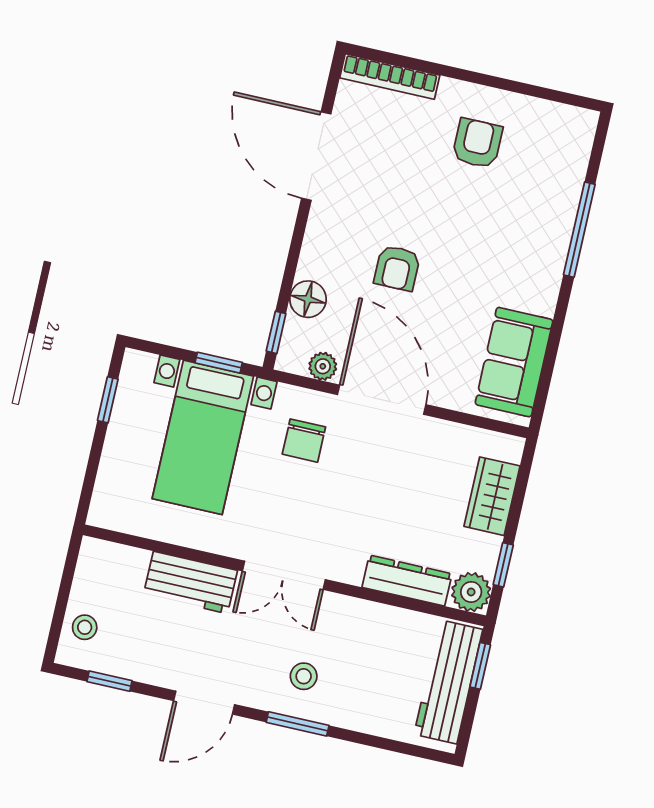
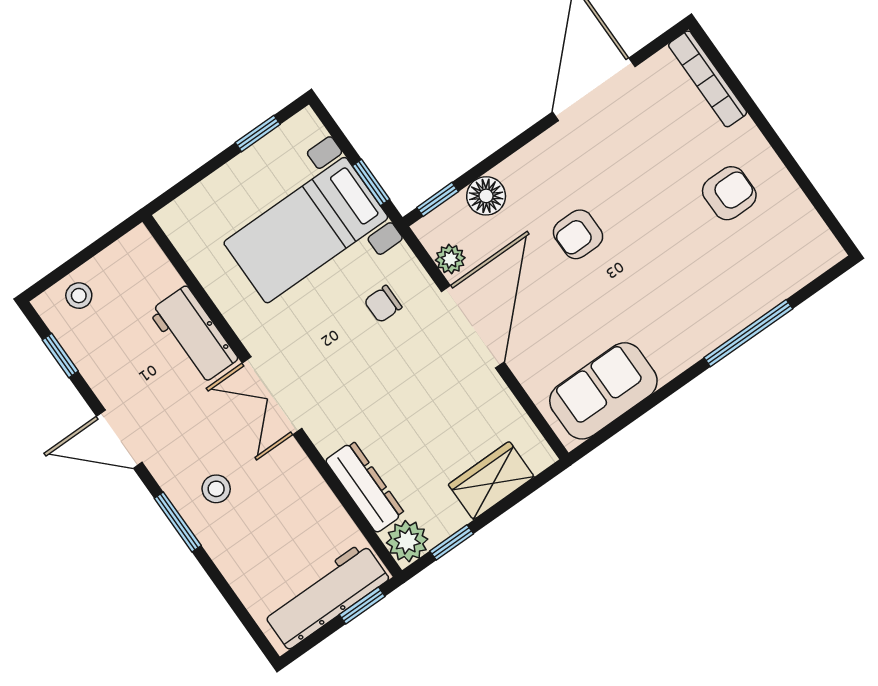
chair: (304, 441) -> (383, 304), width x0.73, depth x0.73

